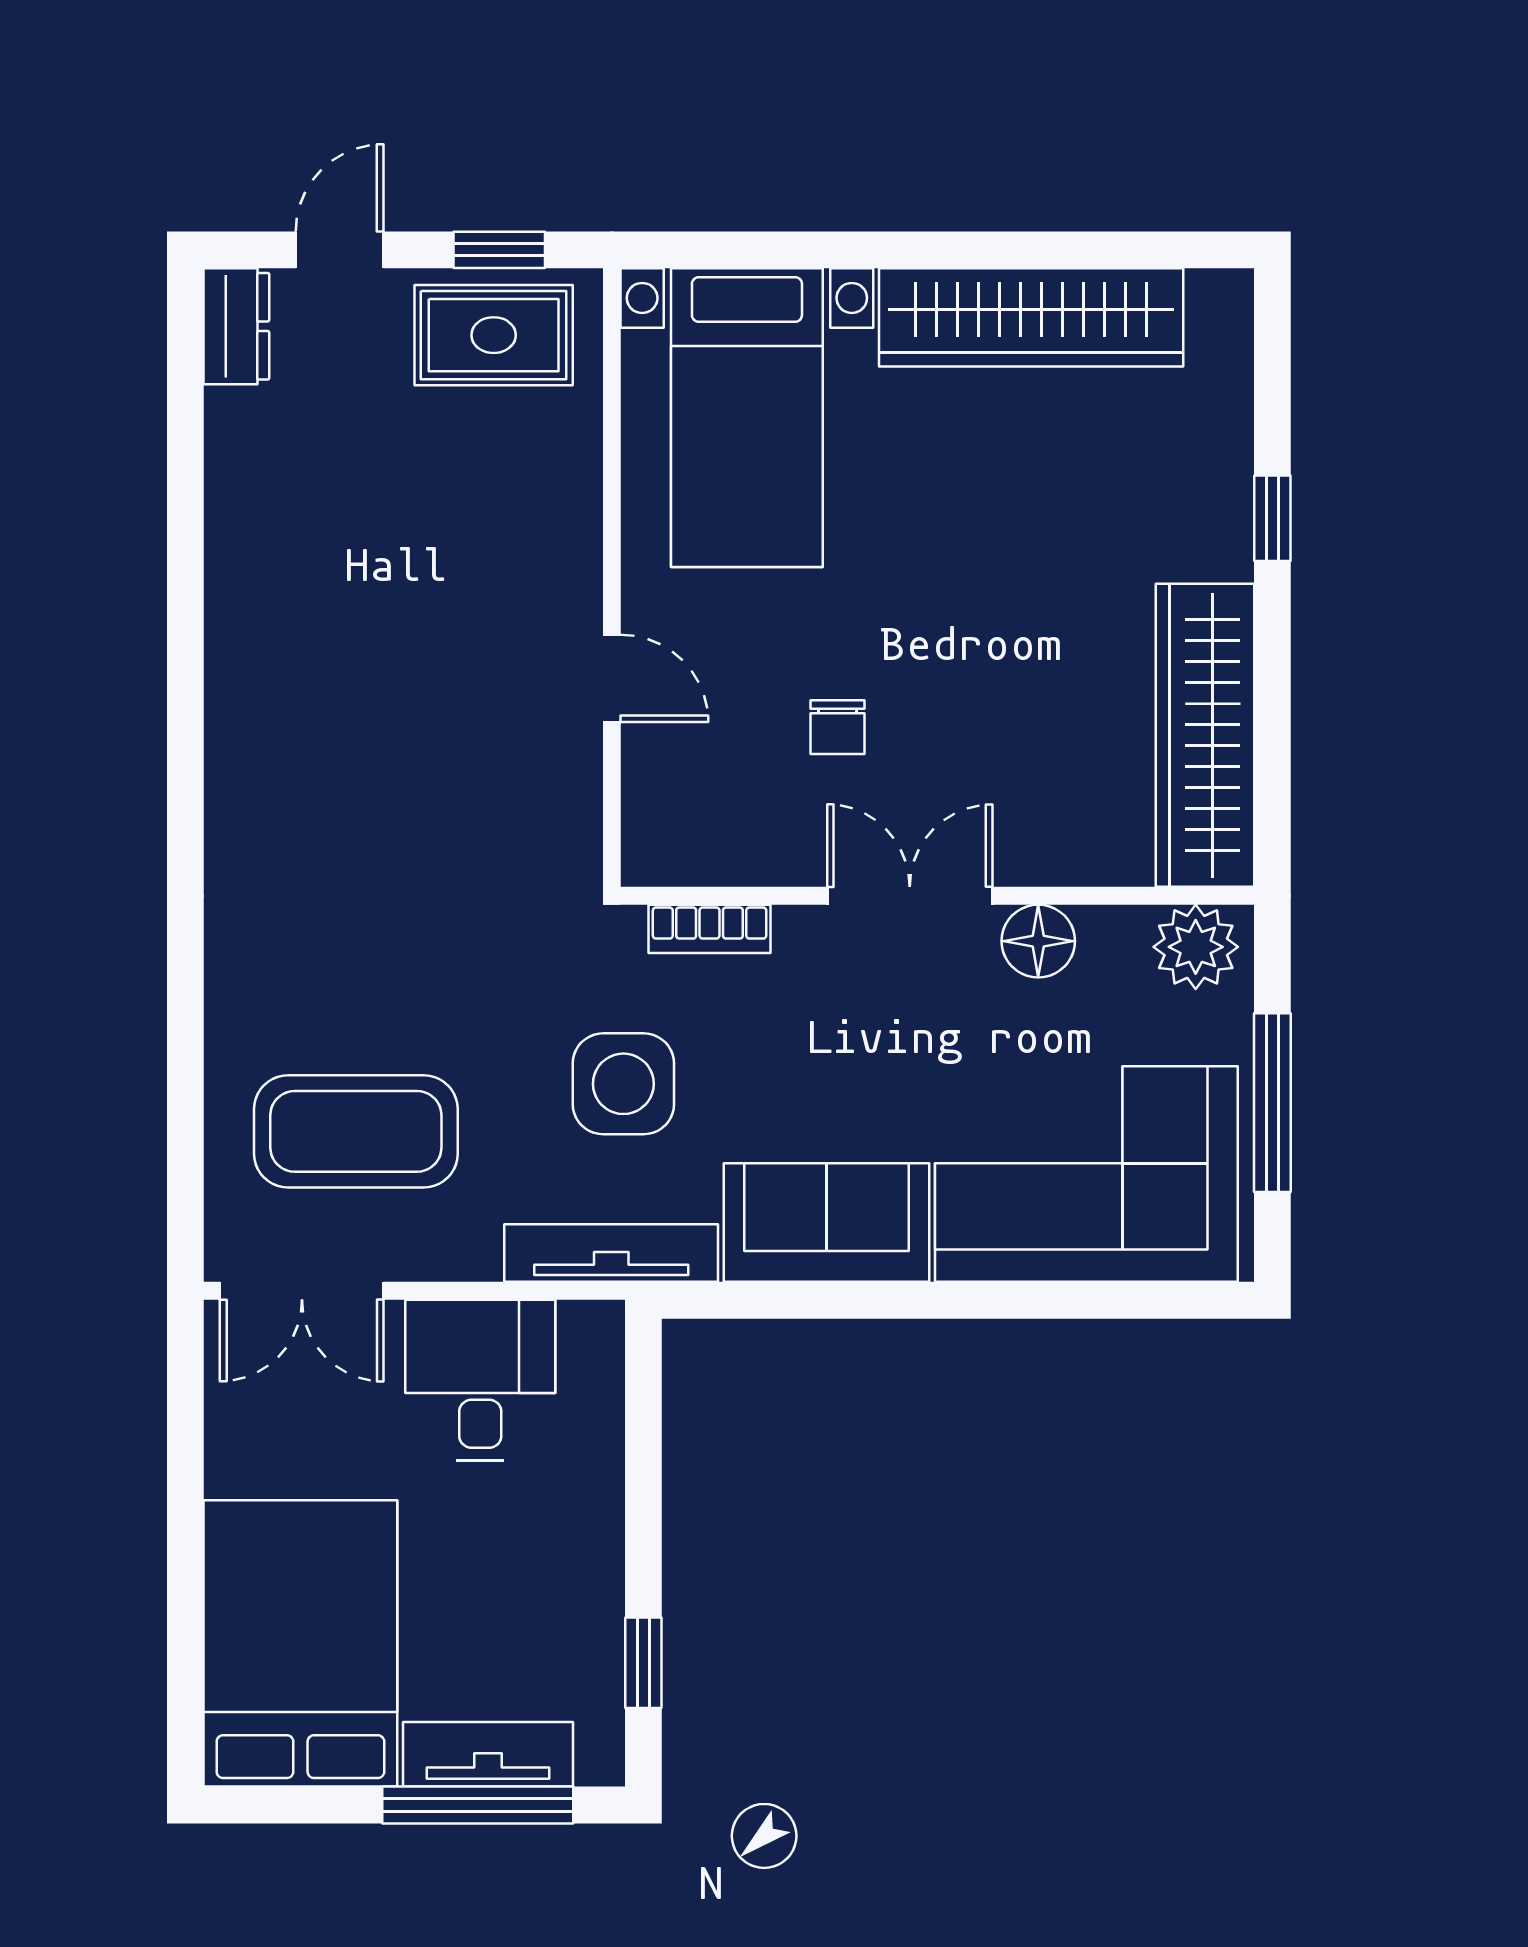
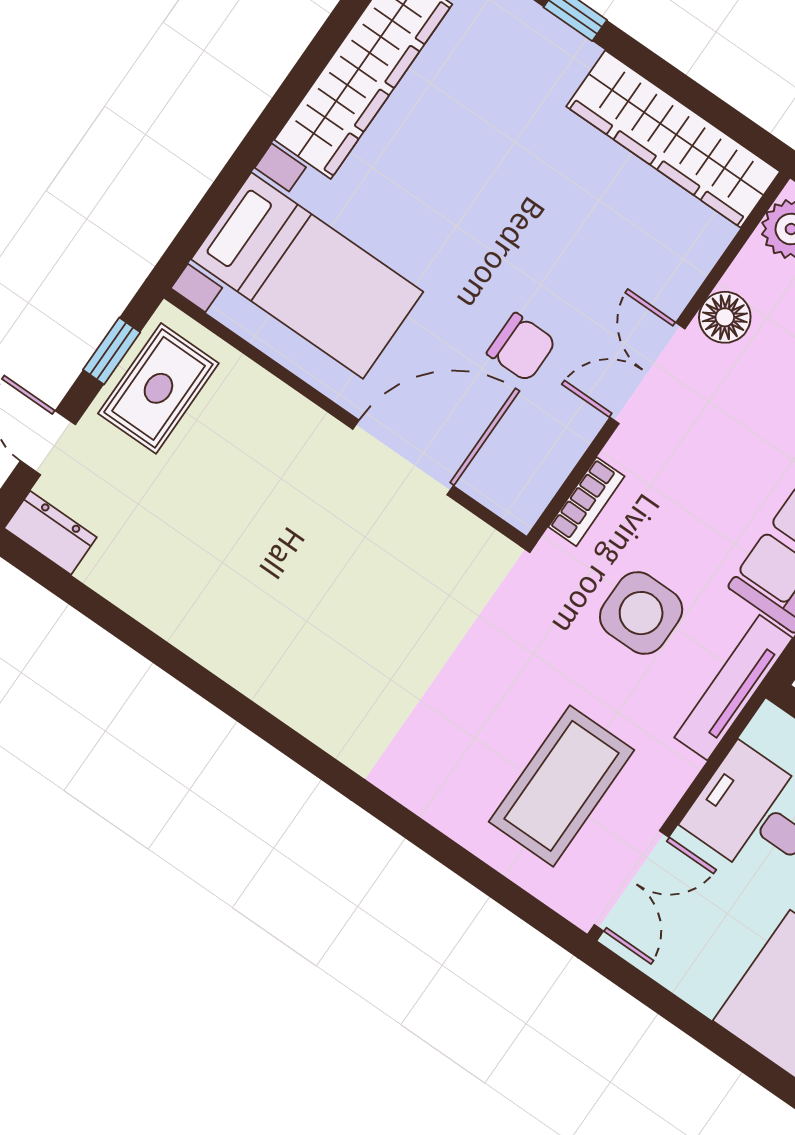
door: (612, 678) -> (403, 458), width x1.87
chair: (837, 727) -> (521, 347), width x1.37, depth x1.37

